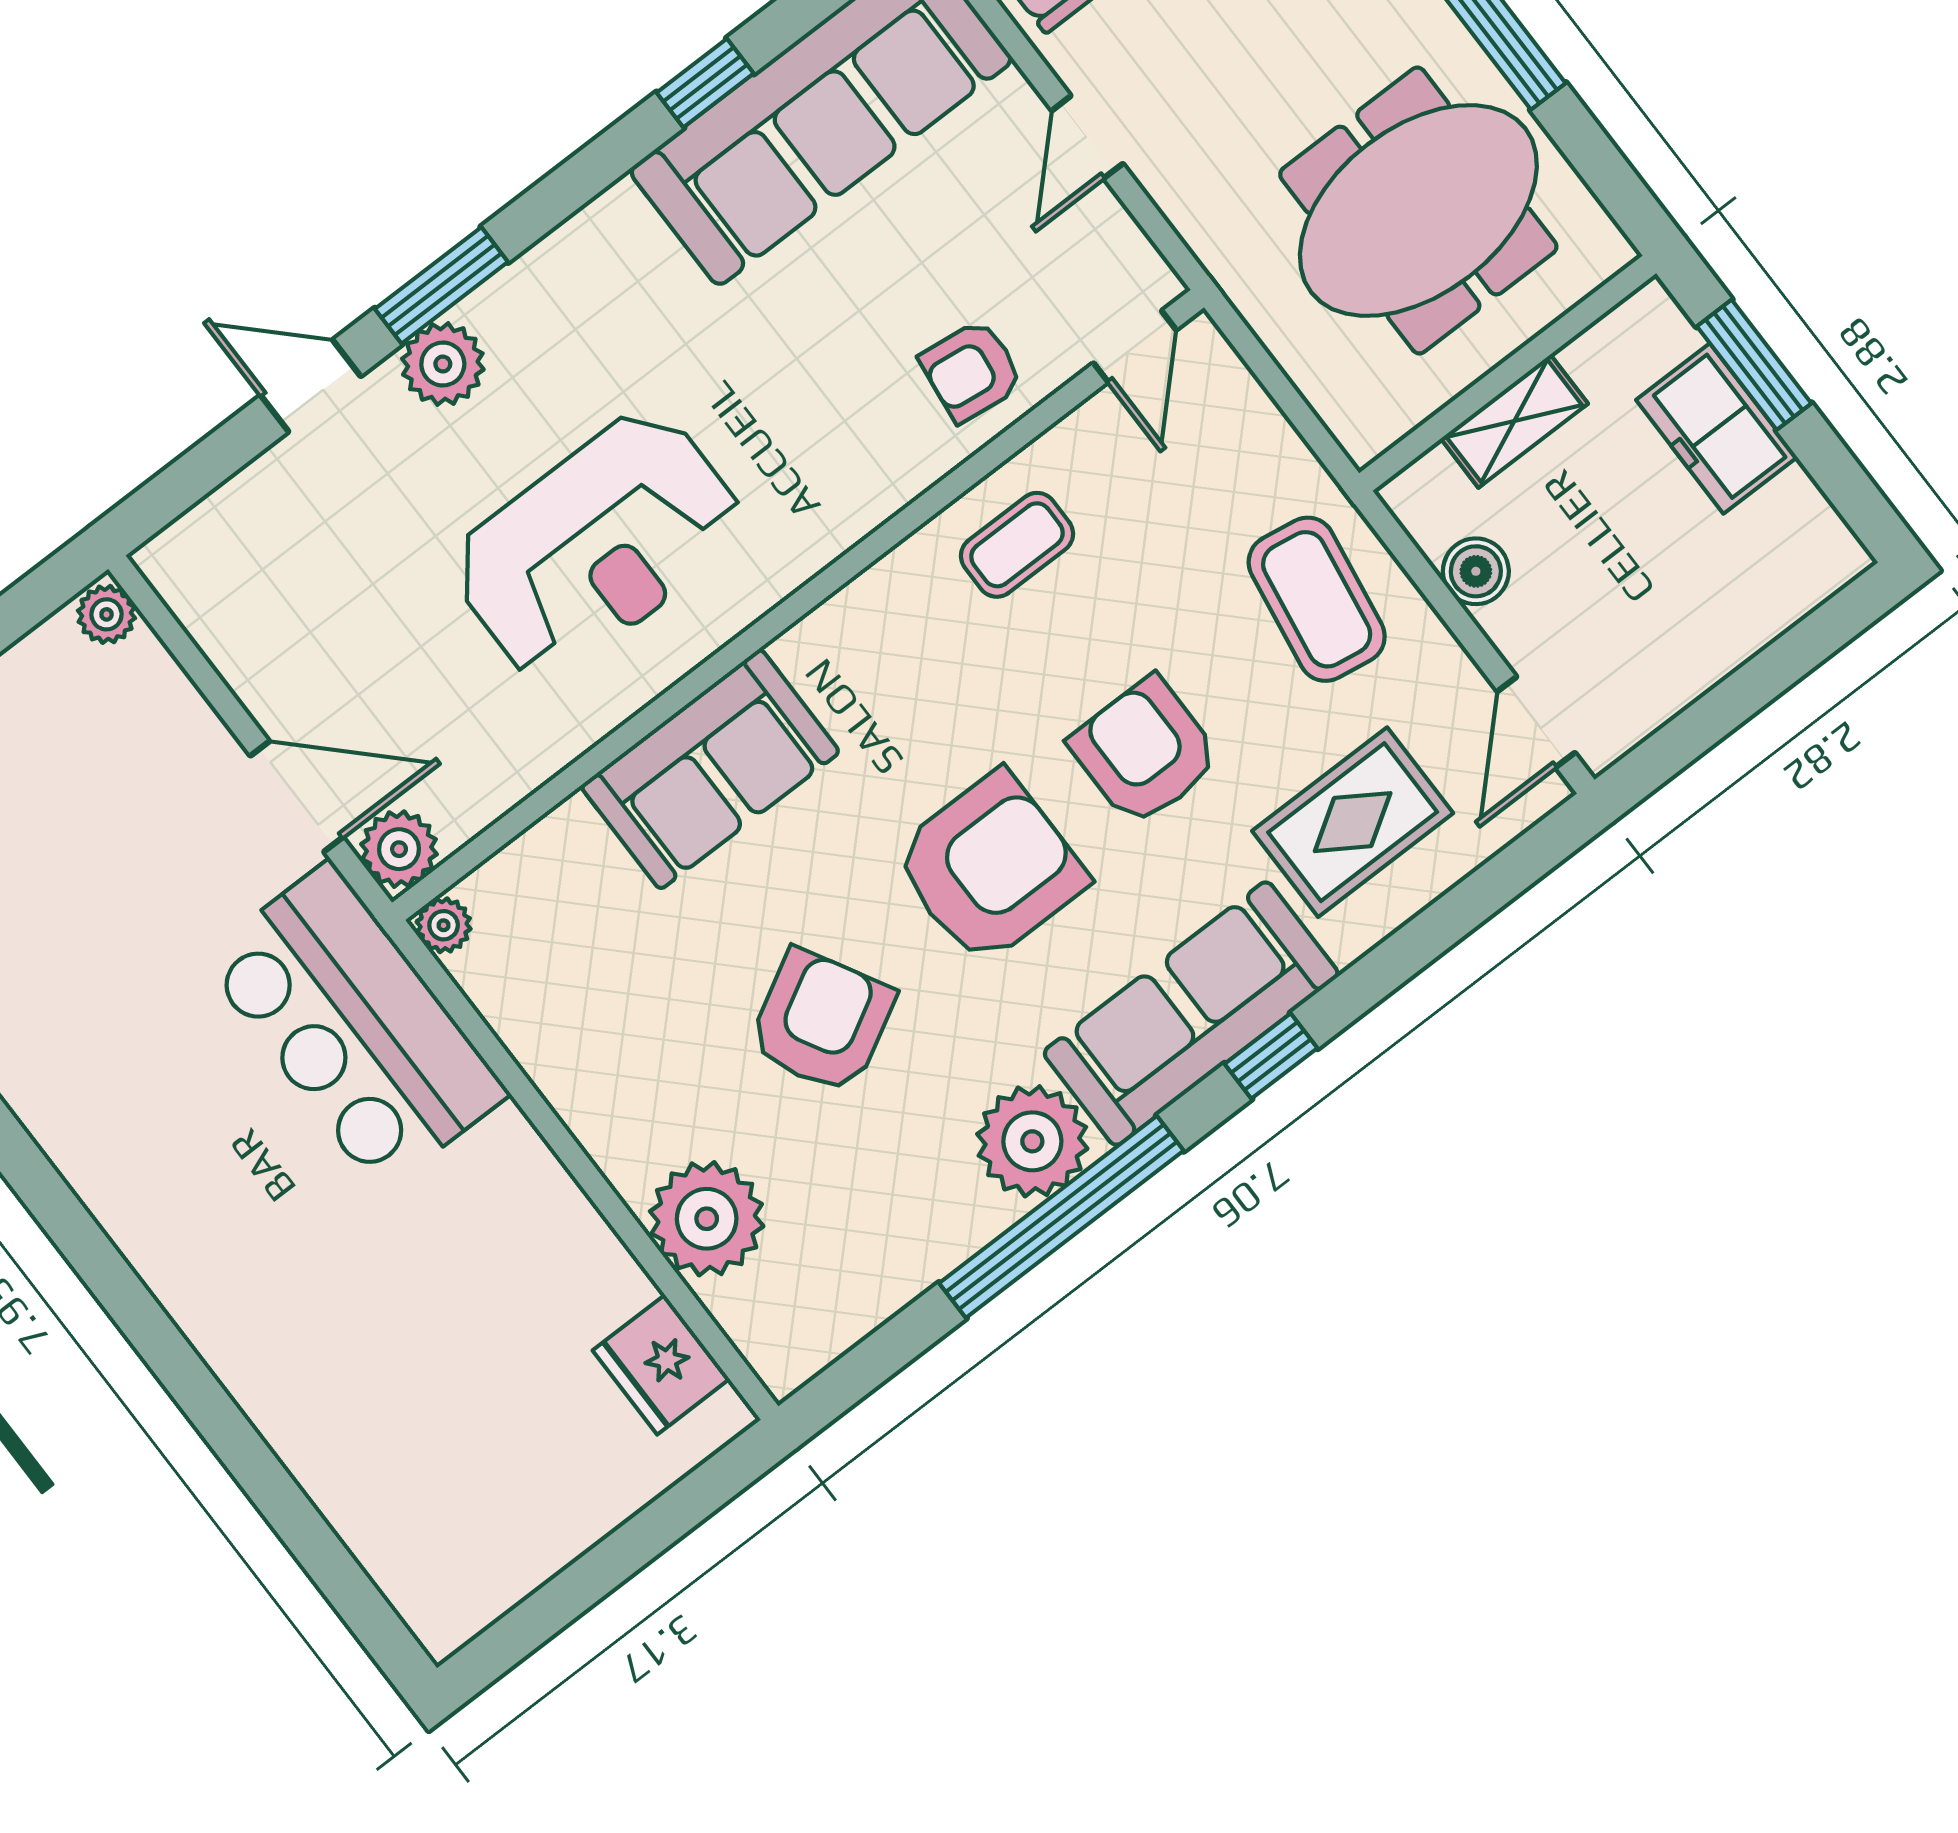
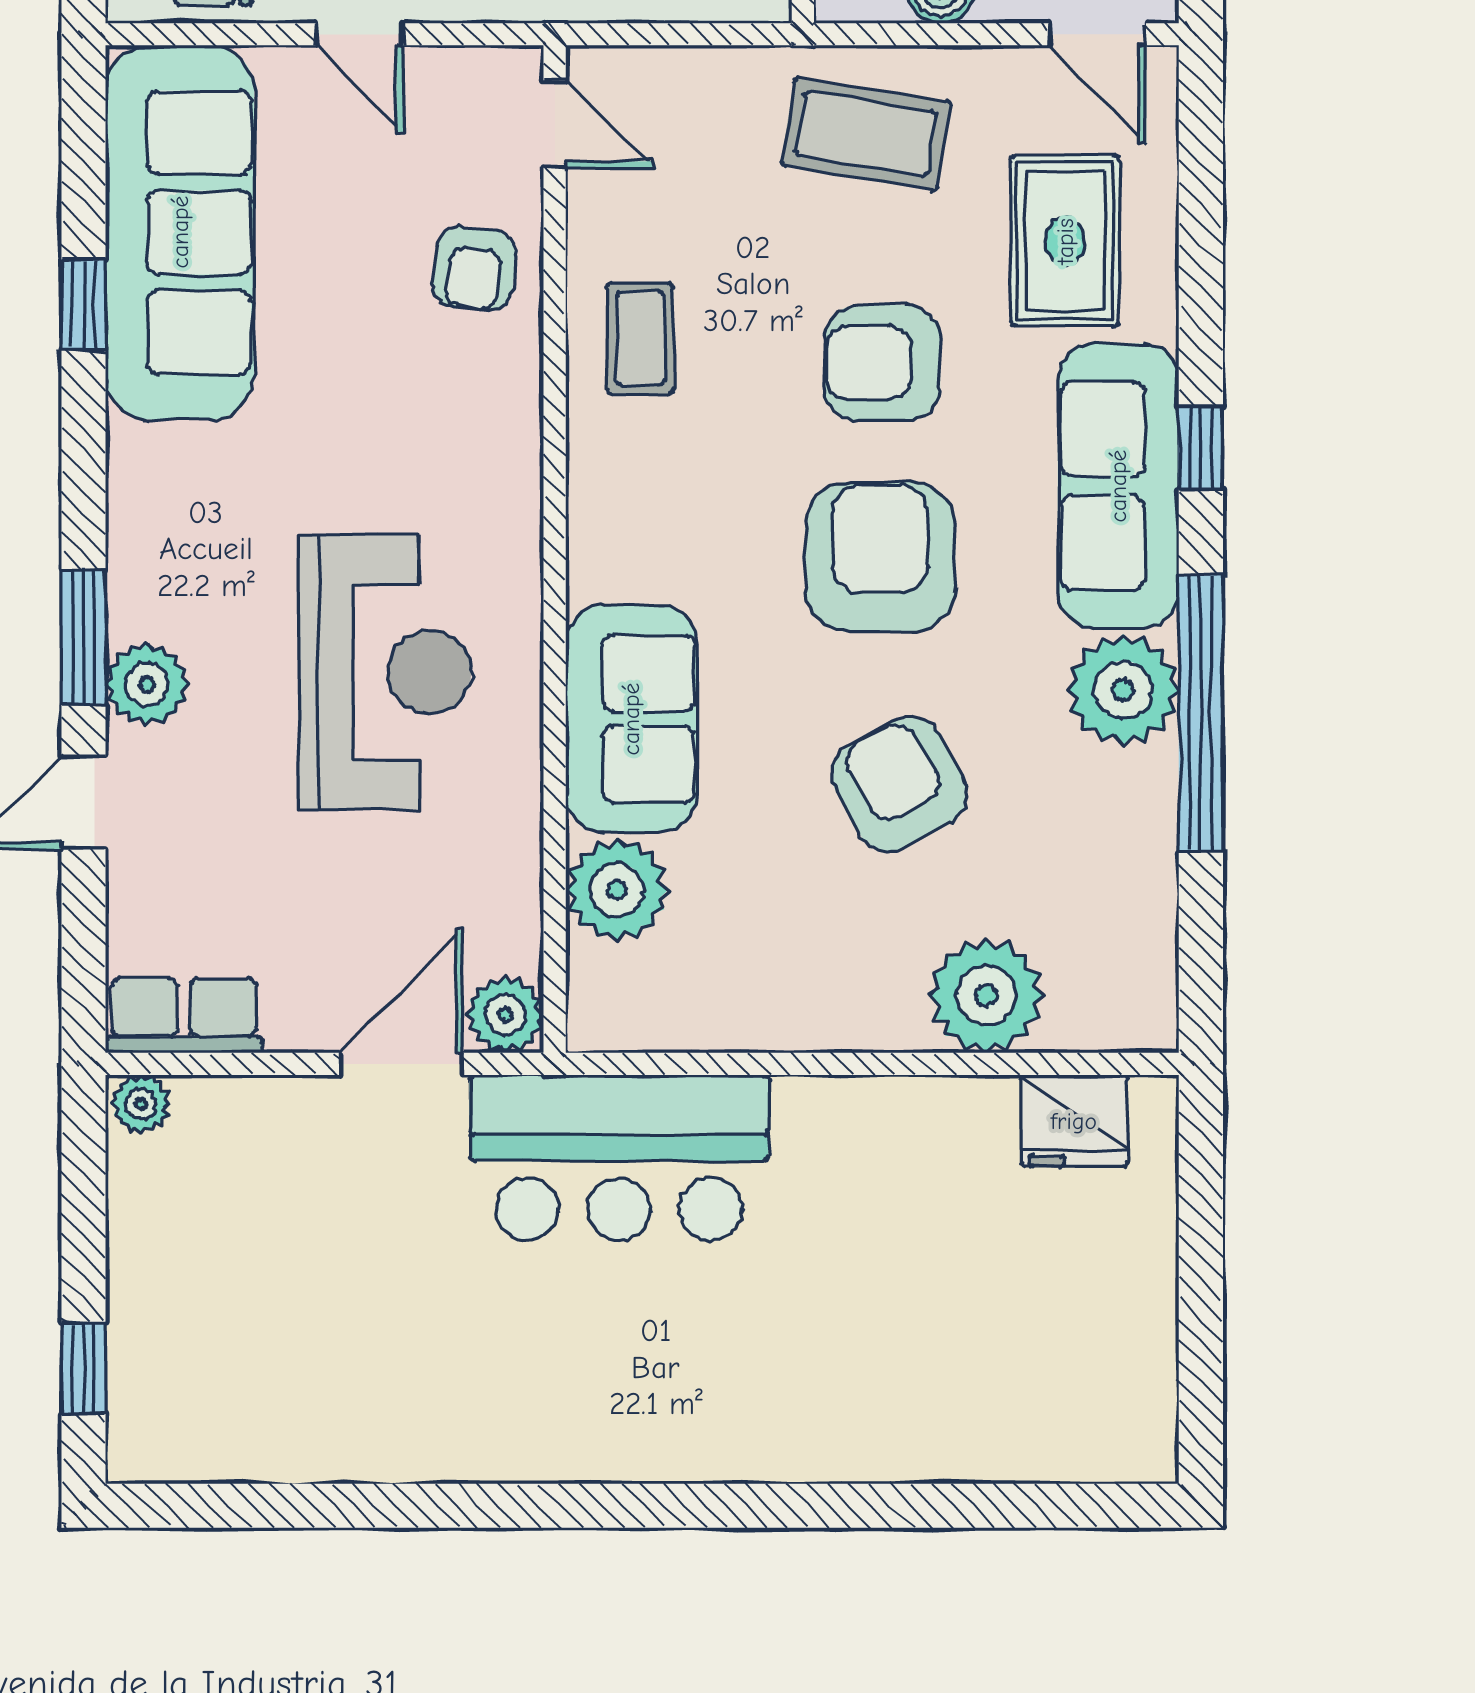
row of seats: (203, 595) -> (184, 1016), added
plant: (444, 925) -> (617, 890), moved, width x1.88, depth x1.88

